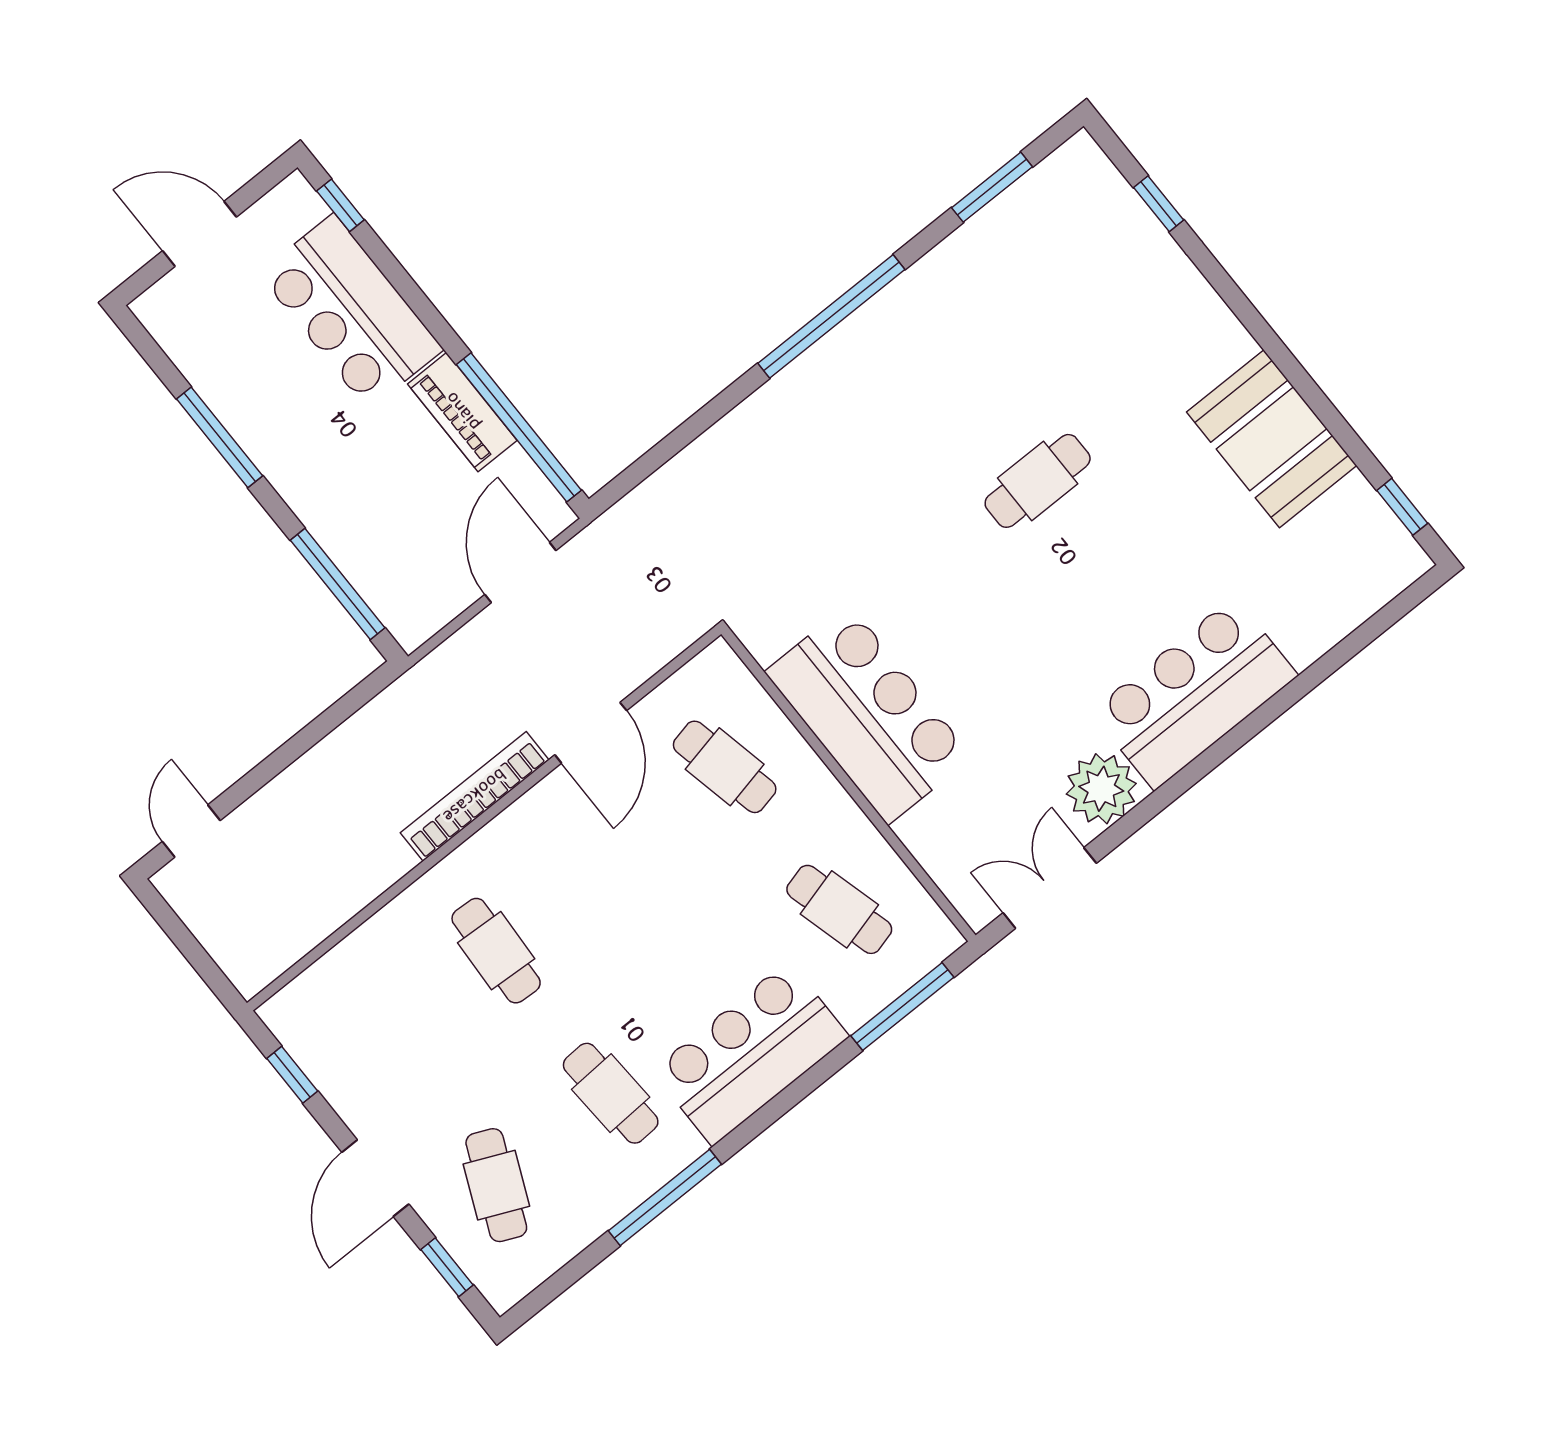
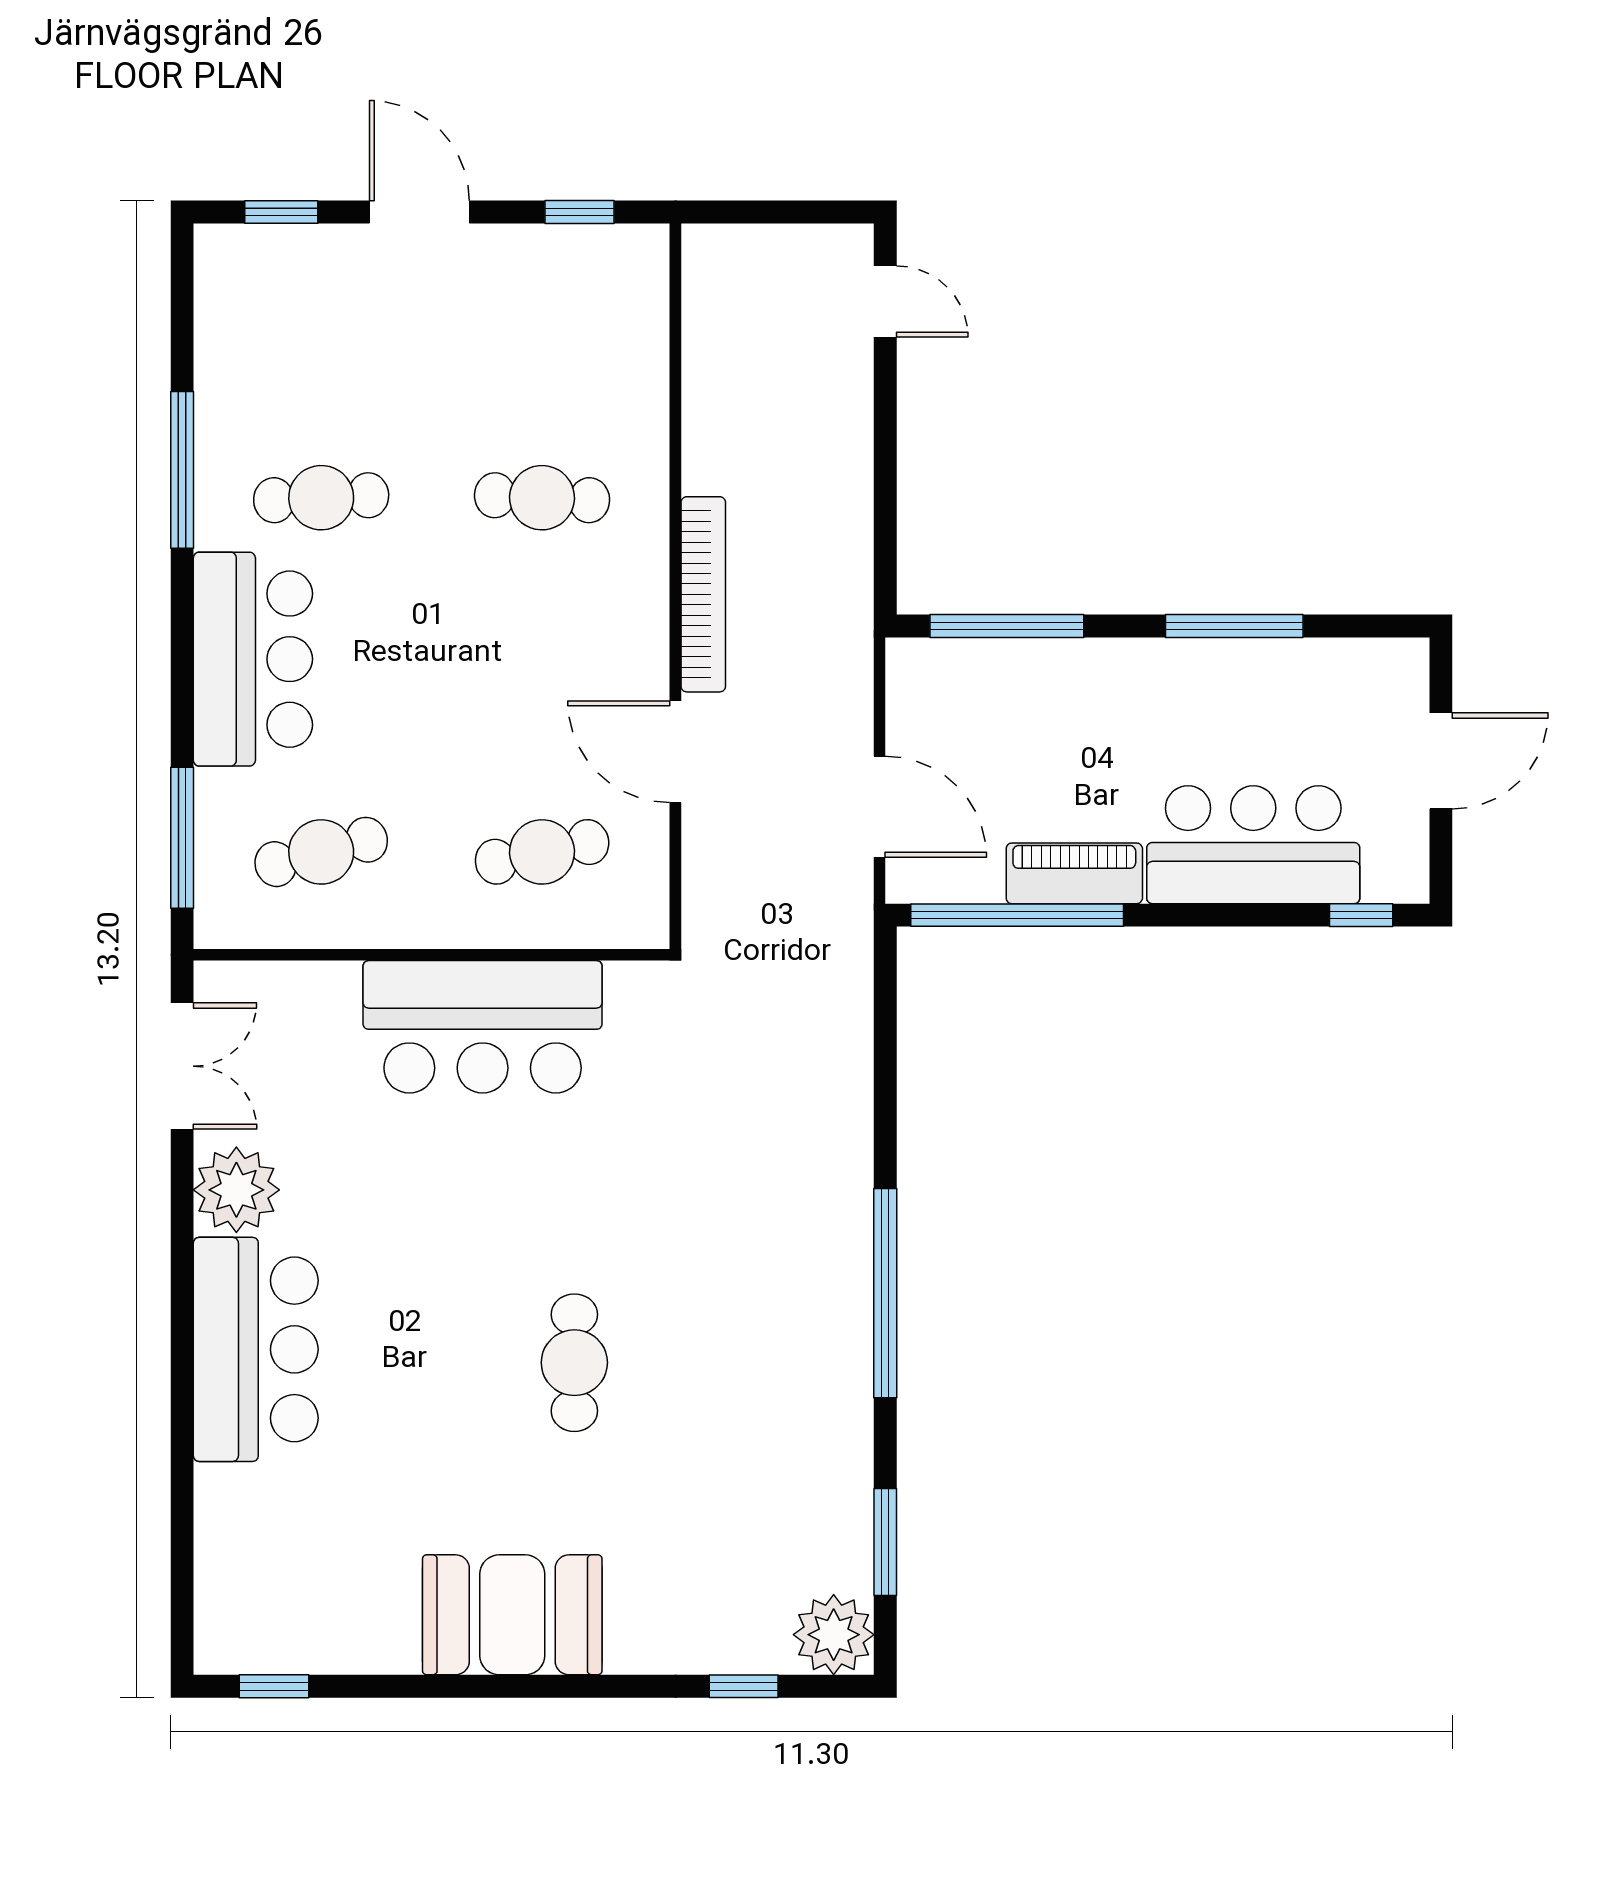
plant: (1079, 172) -> (834, 1635), added
booth: (1272, 439) -> (512, 1615), moved
cafe table: (496, 1185) -> (321, 321), removed

